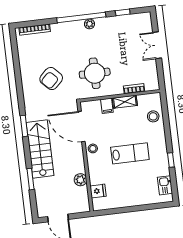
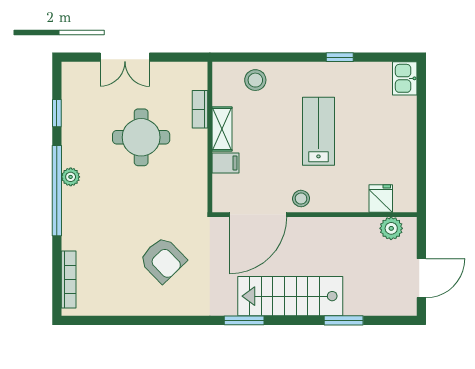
round table: (95, 73) -> (141, 137), moved
plant: (80, 180) -> (391, 228), moved
kitchen sink: (165, 185) -> (405, 78), moved, turned 90

